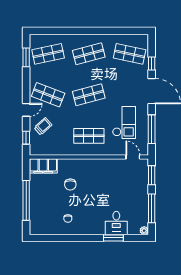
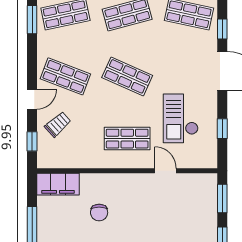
shop shelf: (89, 95) -> (127, 76), turned 39
checkout: (124, 122) -> (181, 118), turned 180
window: (152, 129) -> (222, 129), width x0.46
door: (133, 157) -> (165, 171), moved

